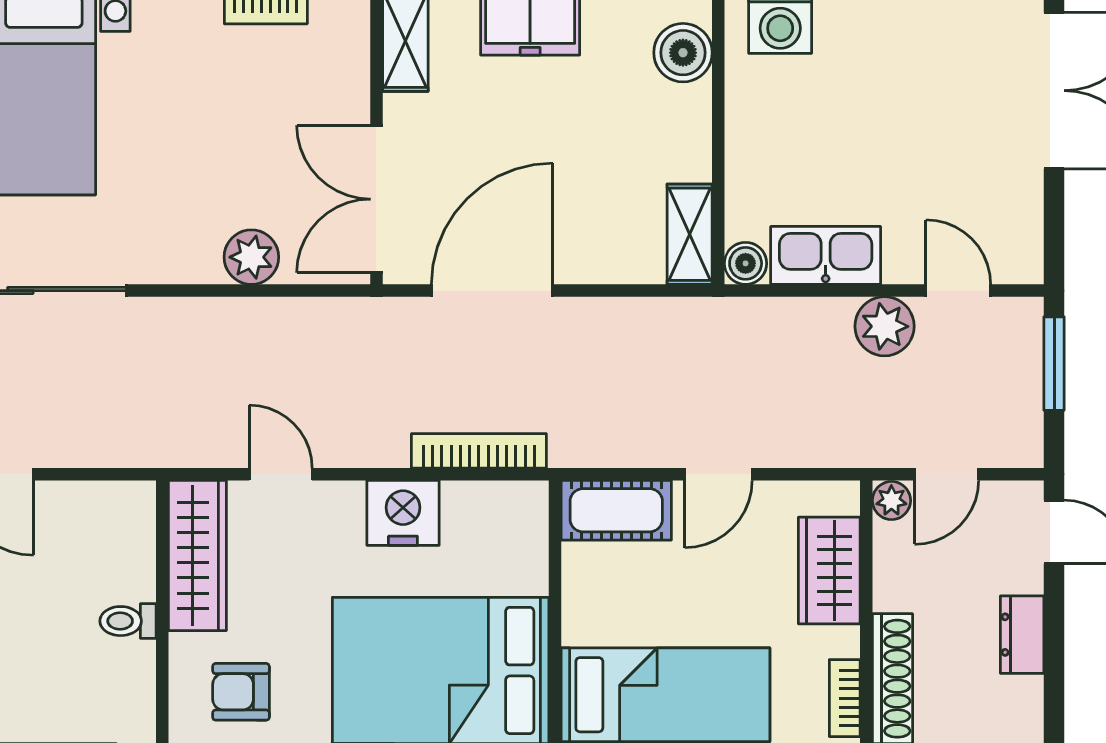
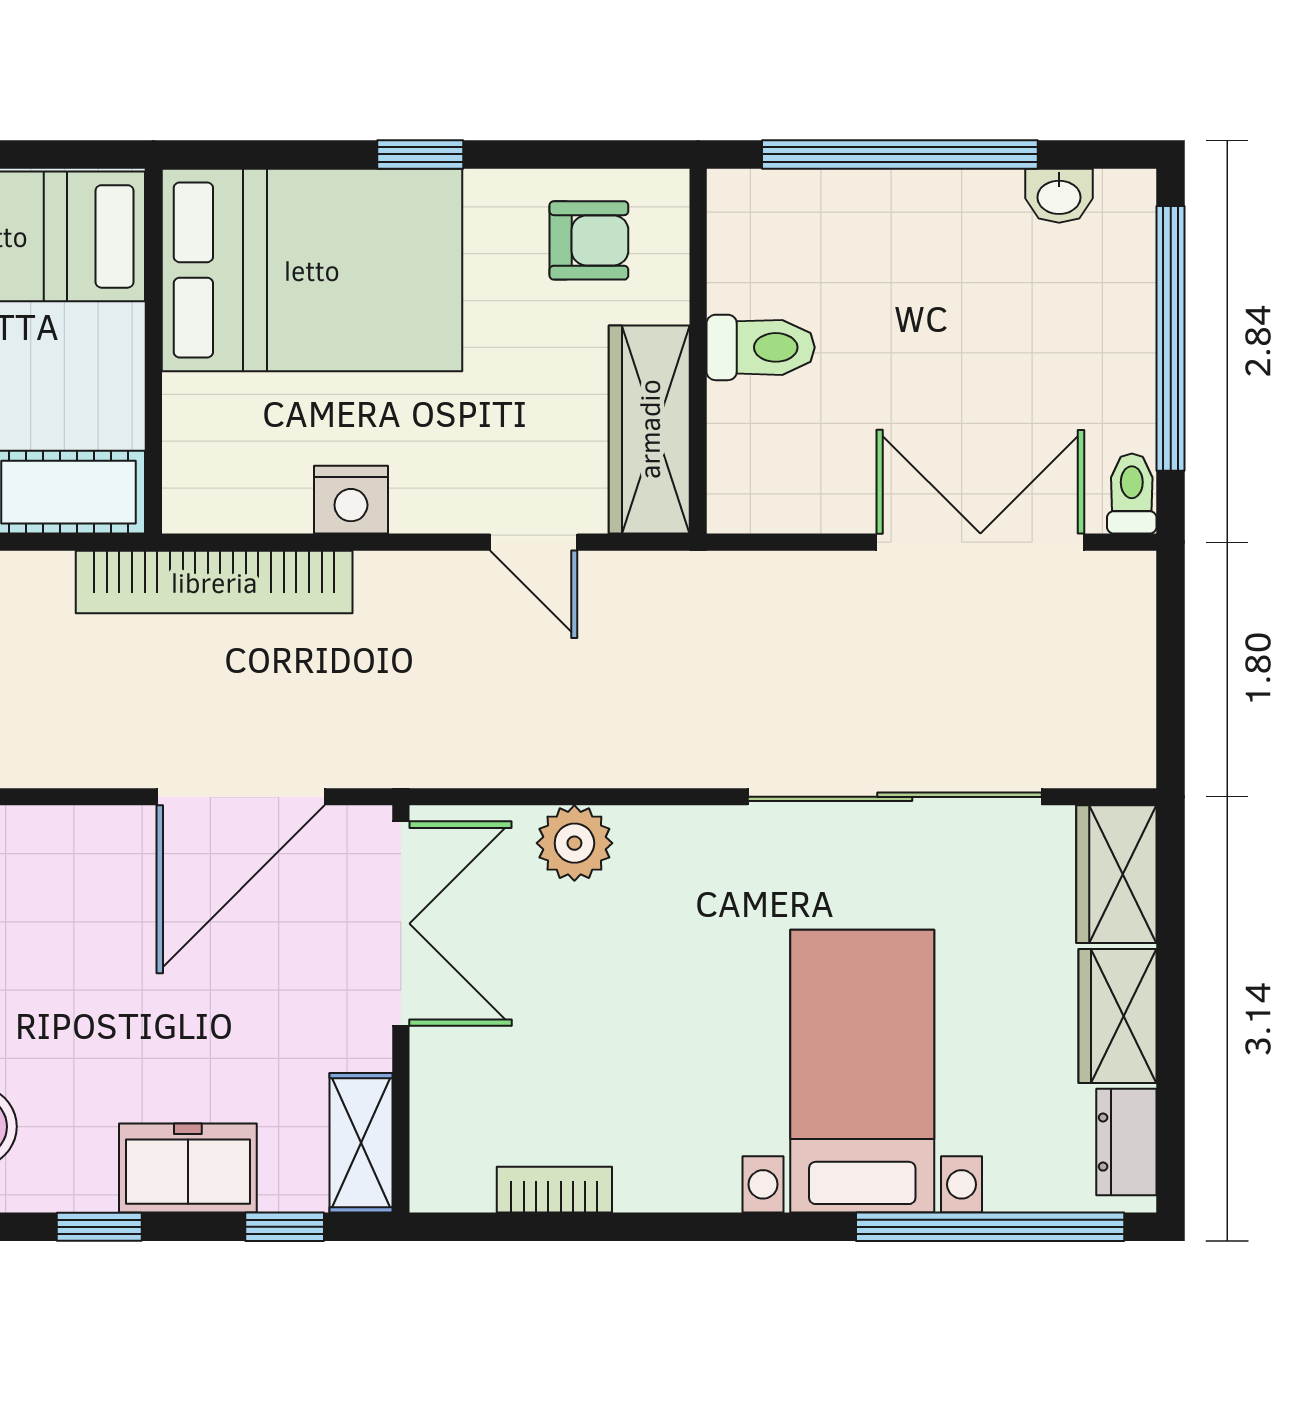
bookcase: (479, 451) -> (214, 582), width x1.48, depth x1.31
nightstand: (403, 513) -> (351, 500), width x0.74, depth x0.75
toilet: (128, 621) -> (761, 347), width x1.37, depth x1.39

